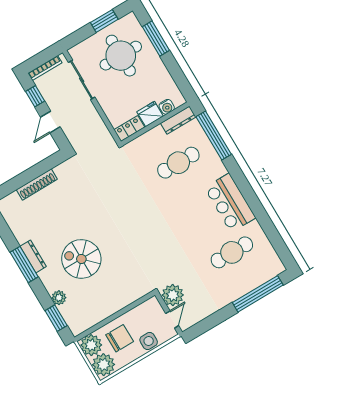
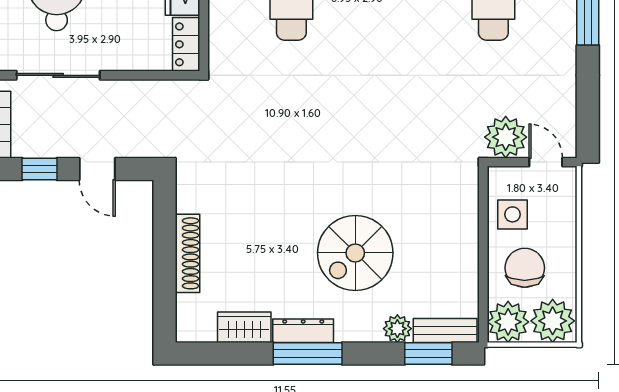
wardrobe: (19, 229) -> (244, 327), added
bench: (71, 319) -> (445, 330), added
side table: (149, 341) -> (512, 214), moved

